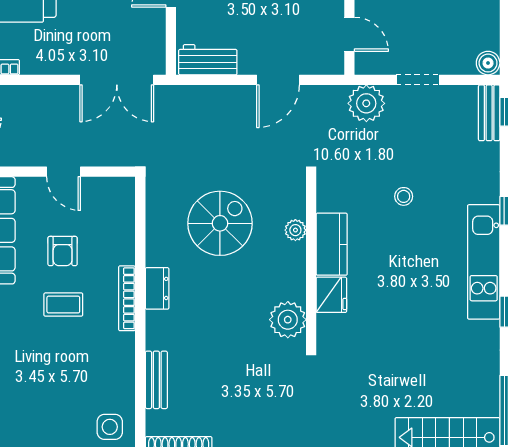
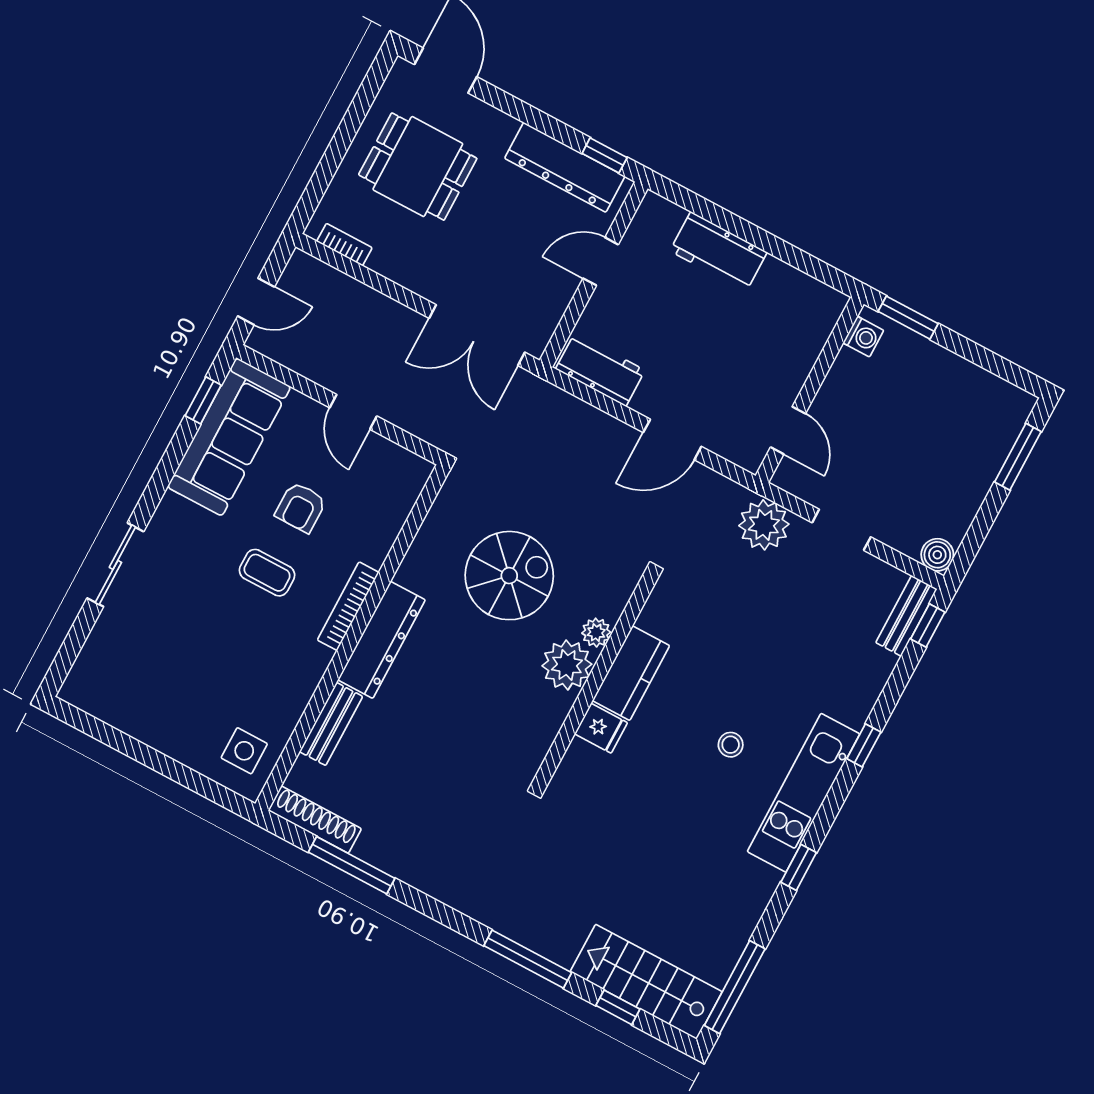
stool: (404, 196) -> (731, 745), moved
dresser: (157, 288) -> (382, 640), width x1.96, depth x1.24
fridge: (331, 295) -> (601, 728), width x0.72
plant: (288, 320) -> (567, 665), moved

